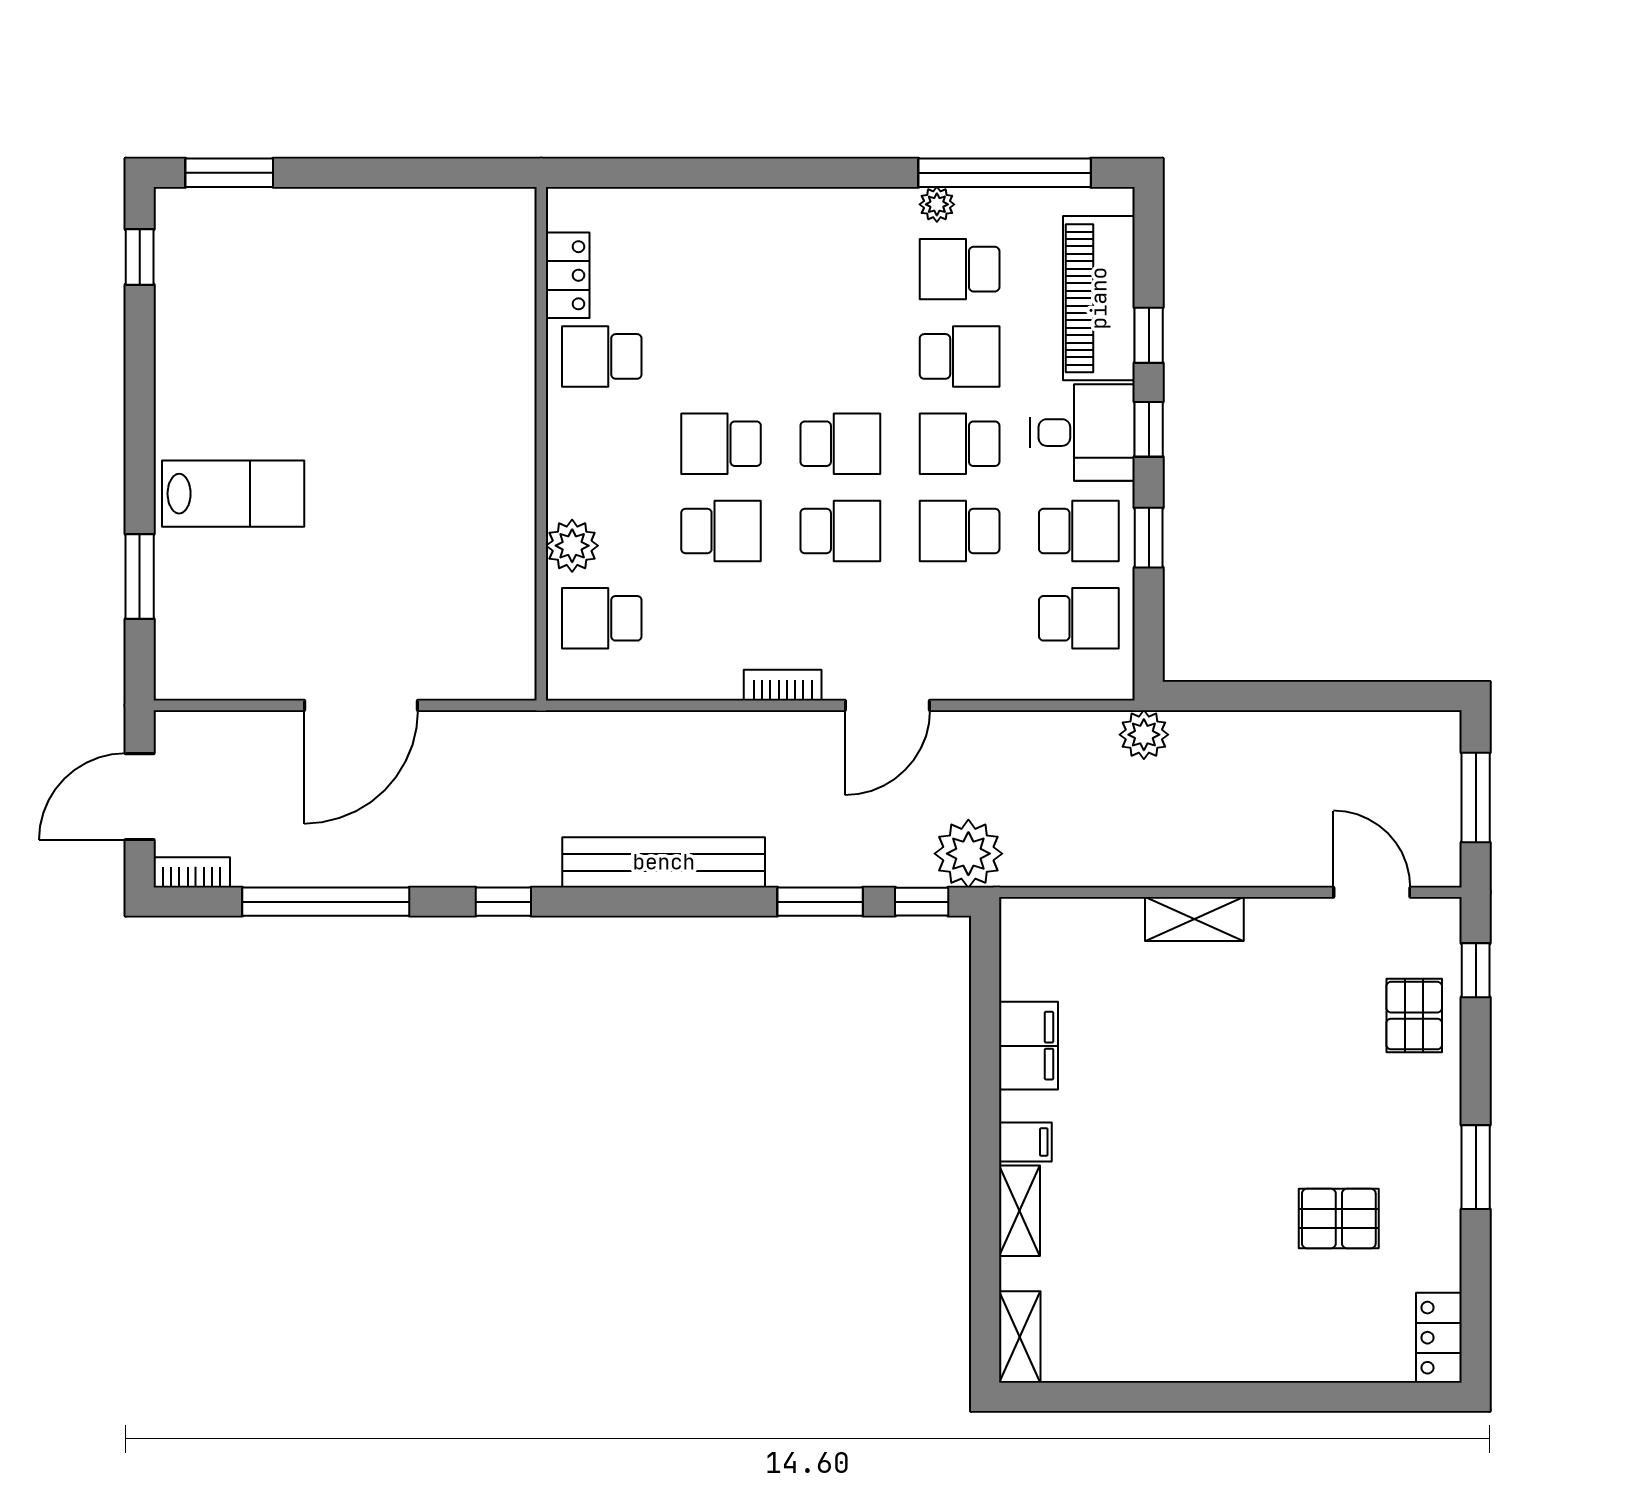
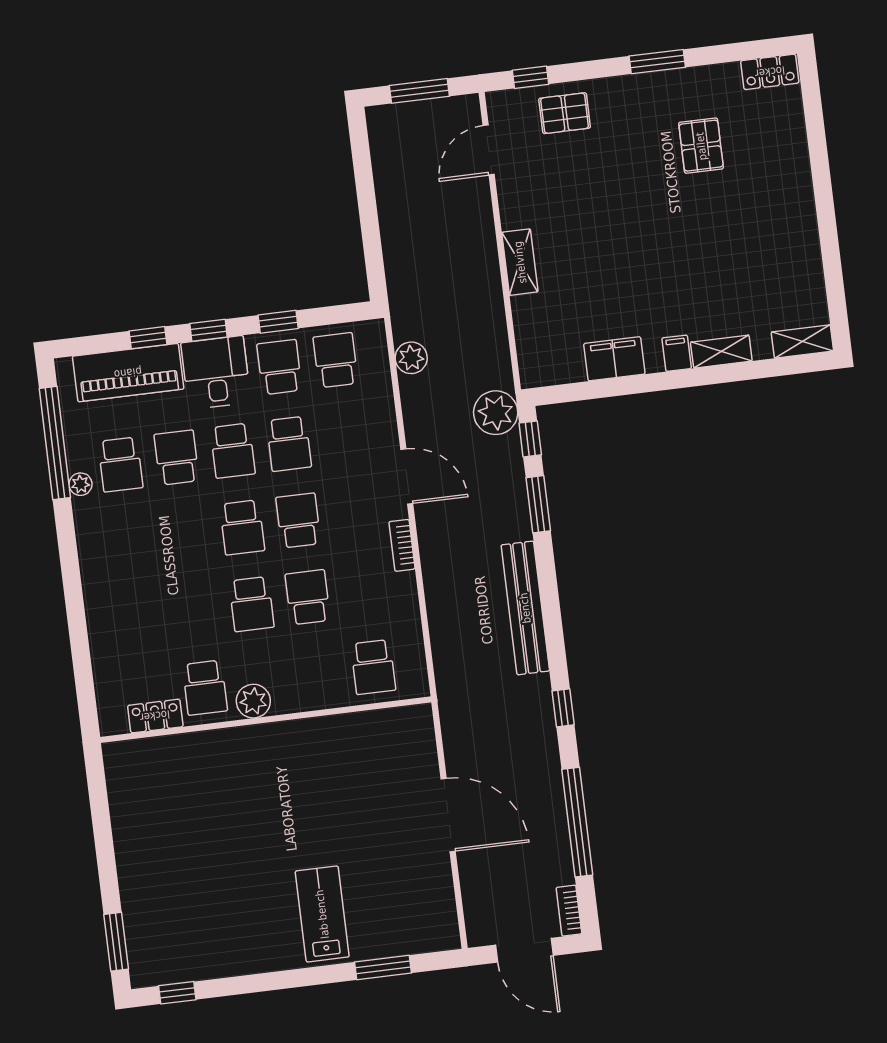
school desk: (840, 444) -> (242, 527), turned 180
plant: (572, 546) -> (253, 701), moved
plant: (1144, 735) -> (411, 358), moved

